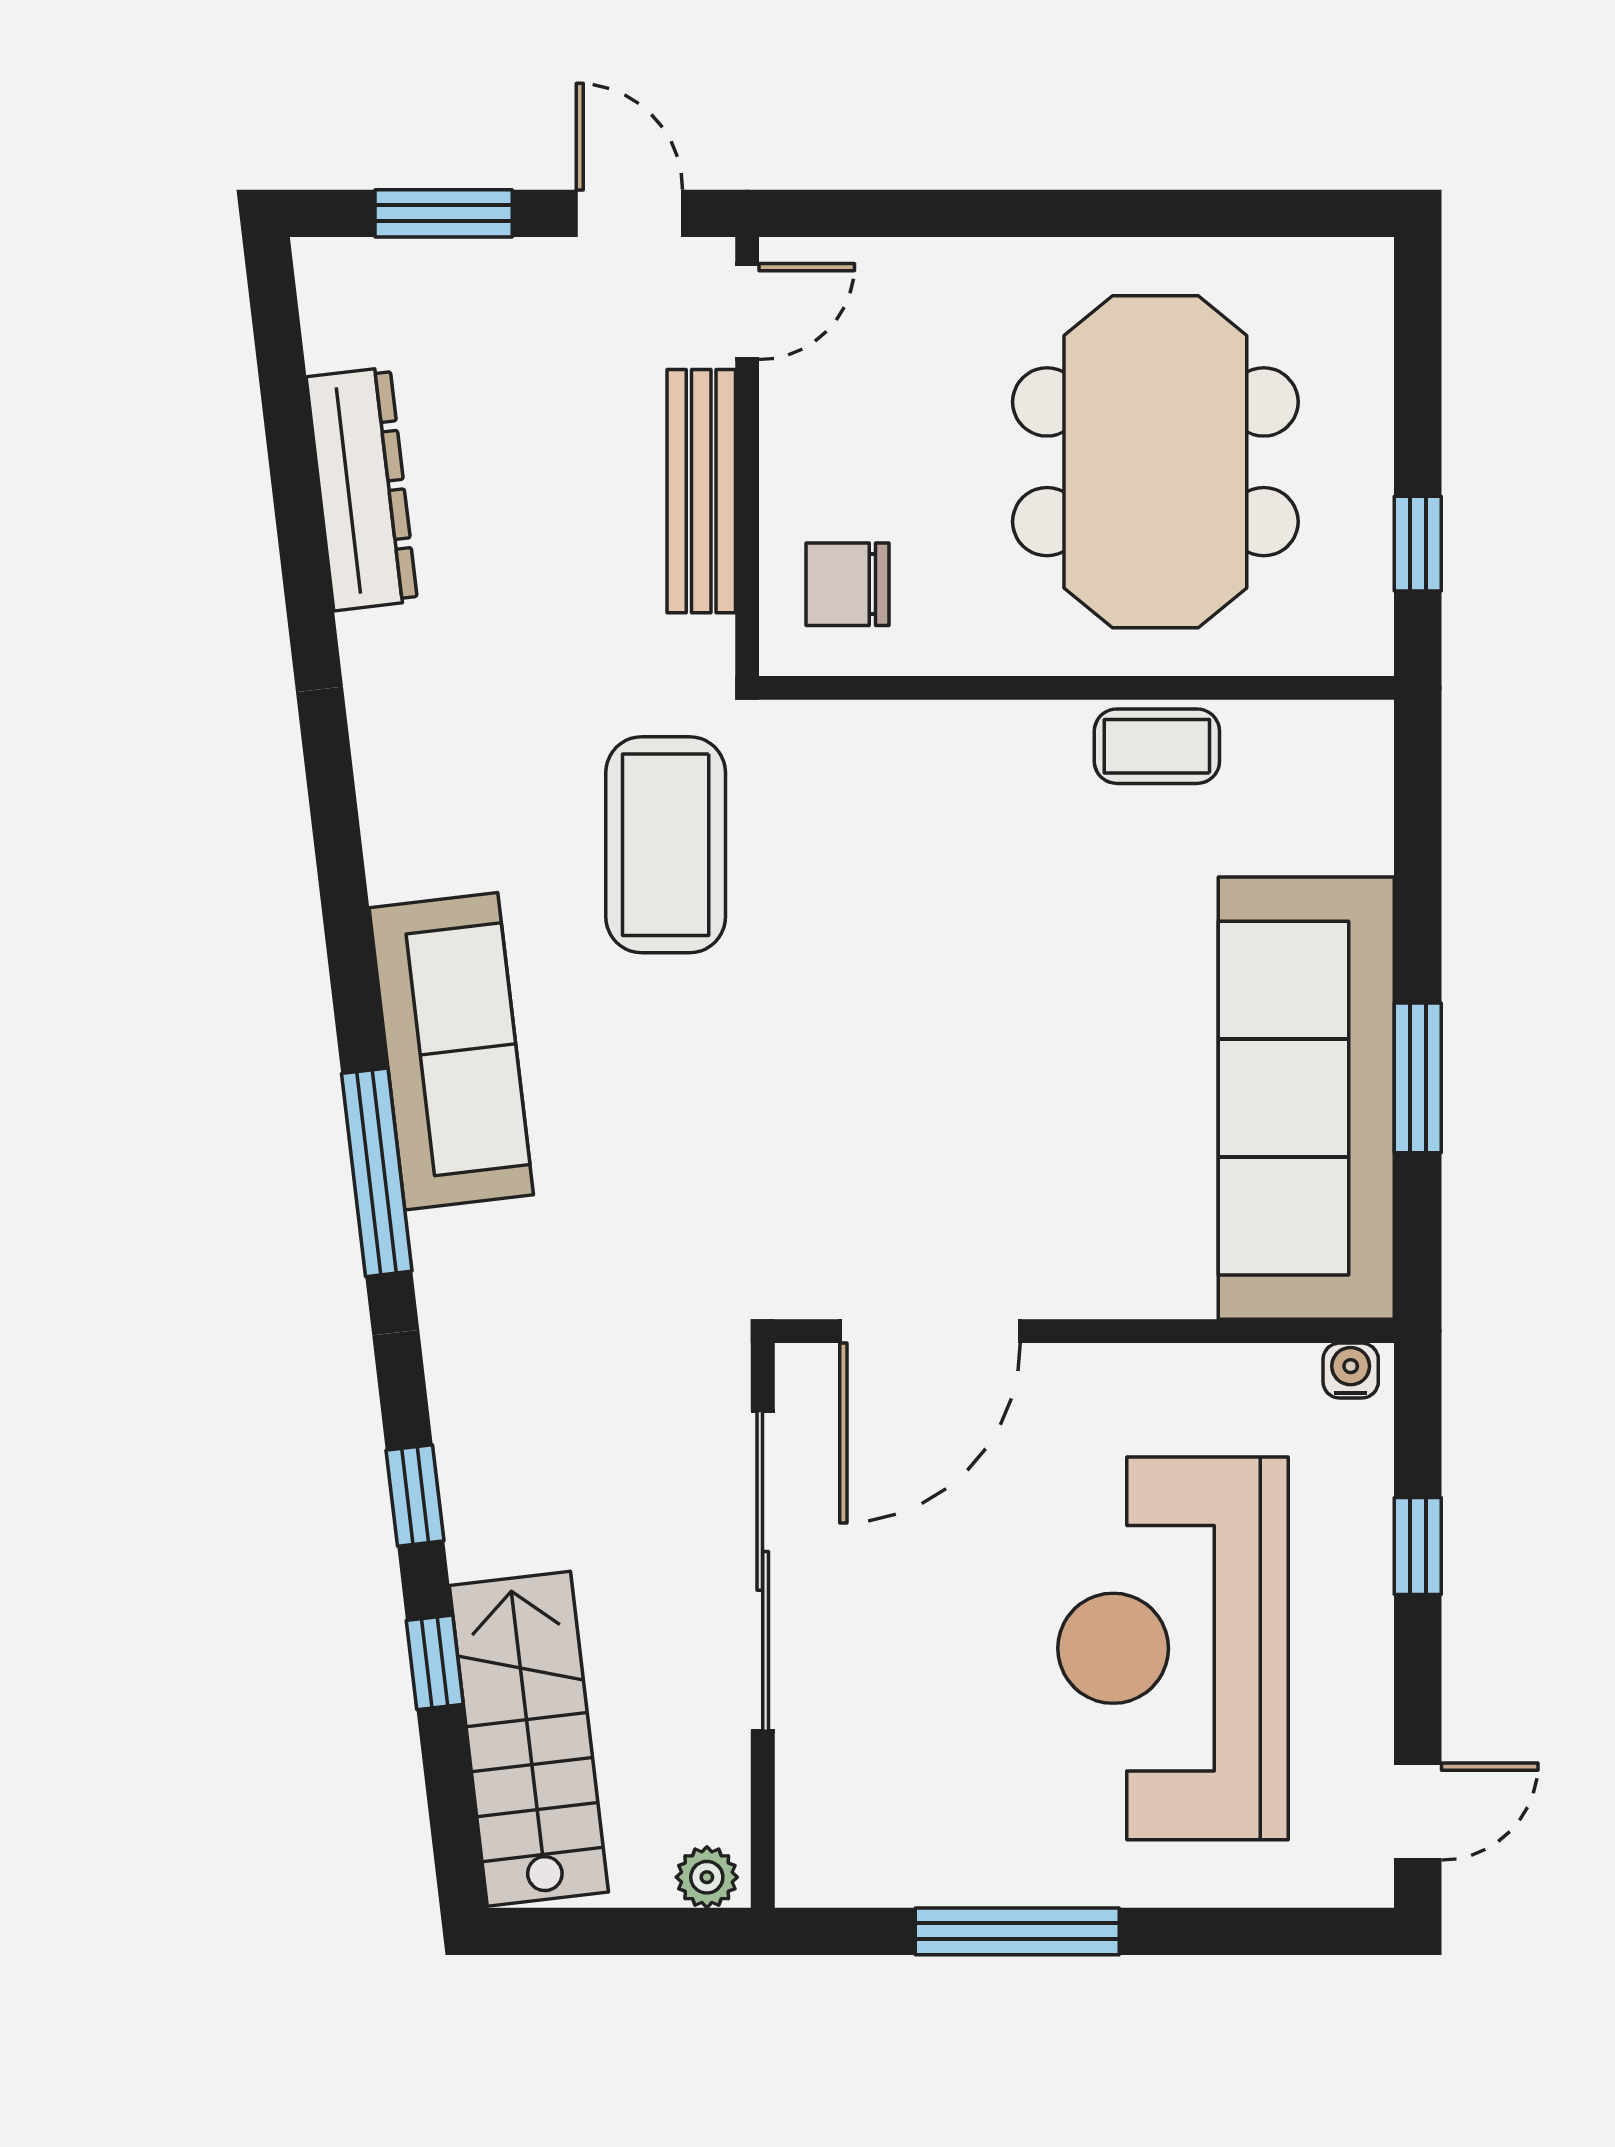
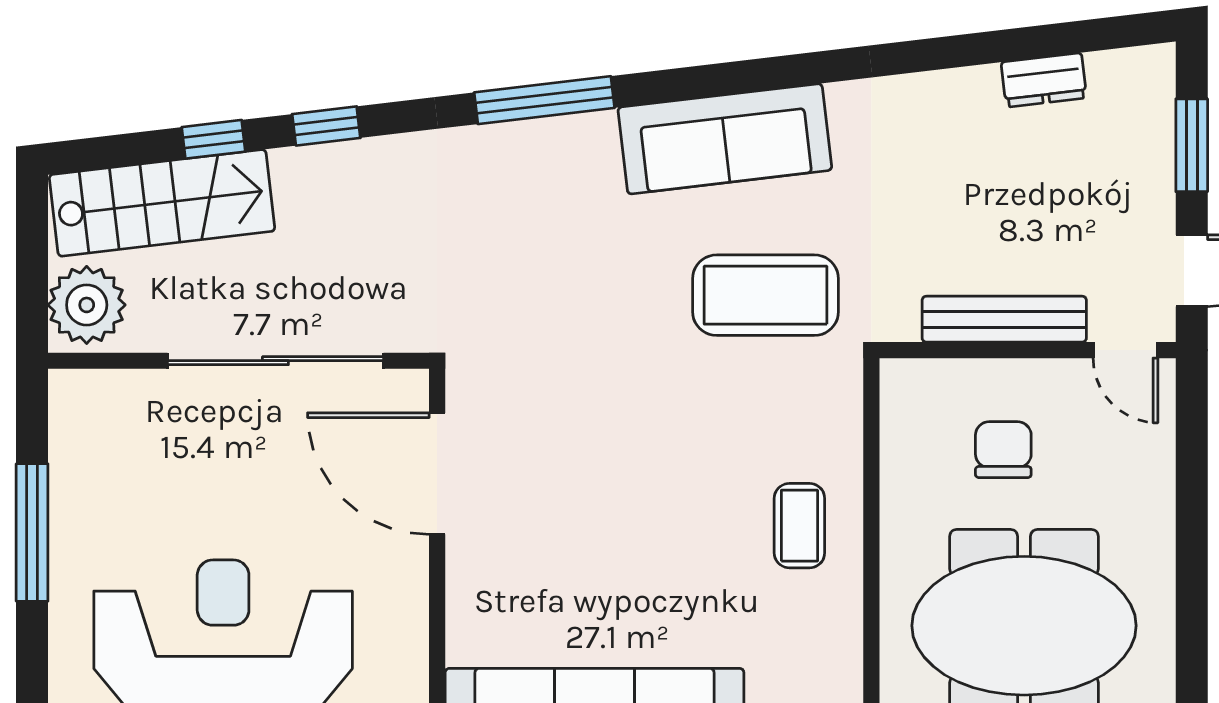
dresser: (362, 489) -> (1044, 80), width x0.51, depth x0.80
chair: (848, 584) -> (1003, 450), moved
coffee table: (1157, 746) -> (799, 526), moved
sofa: (451, 1051) -> (725, 139), moved
plant: (707, 1877) -> (87, 305), width x1.88, depth x1.88

